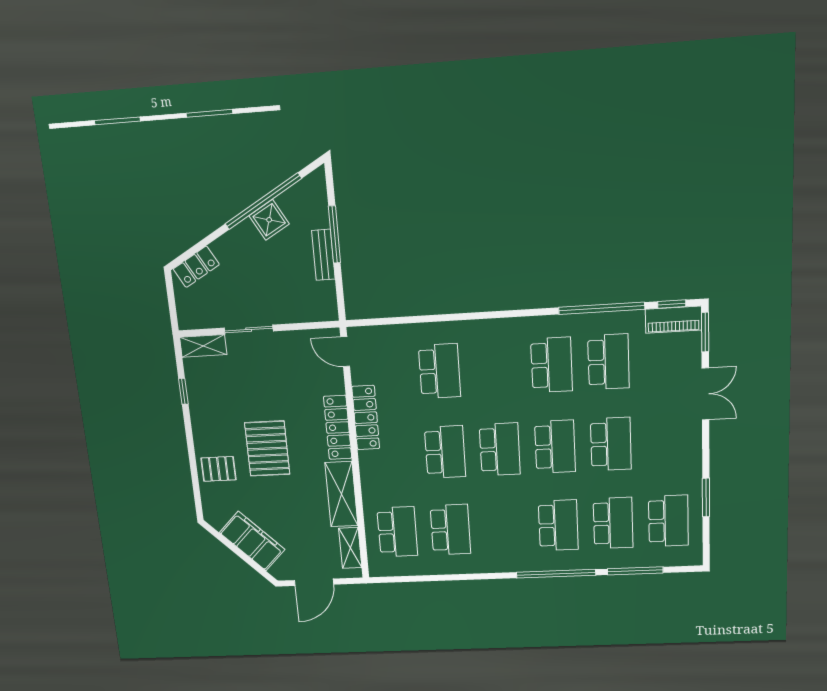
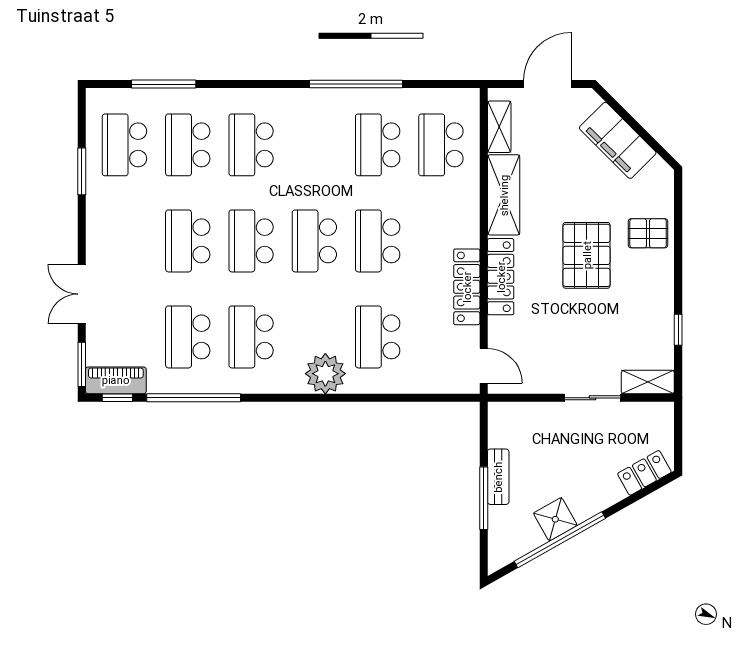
plant: (484, 337) -> (325, 374), added
window: (556, 574) -> (356, 84), moved

